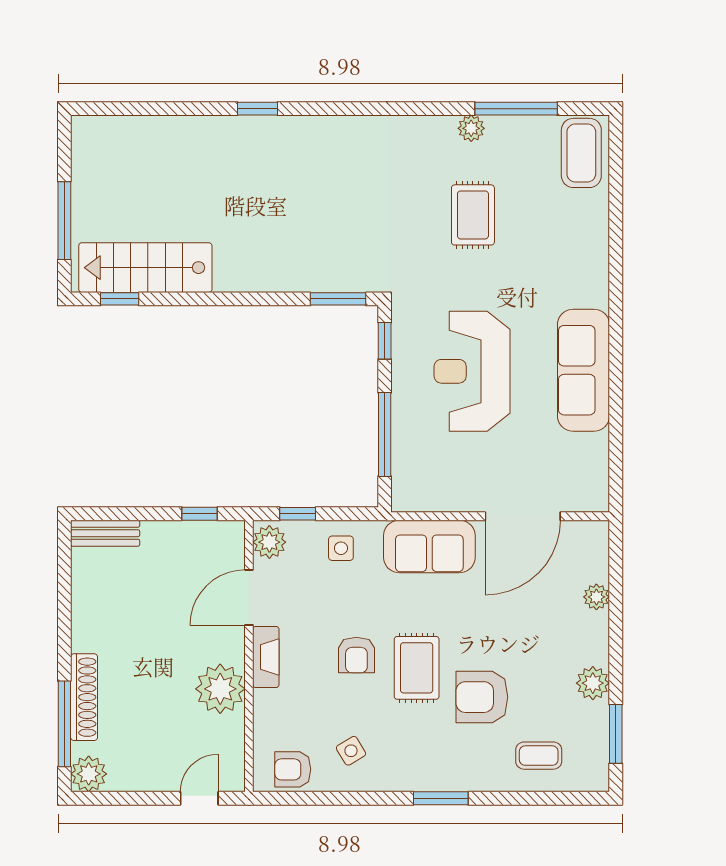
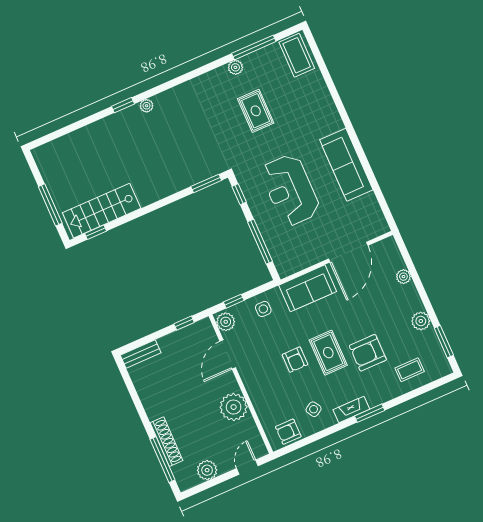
plant: (296, 127) -> (147, 106), added
fireplace: (266, 657) -> (351, 409), moved, turned -90
plant: (89, 774) -> (207, 470), moved

